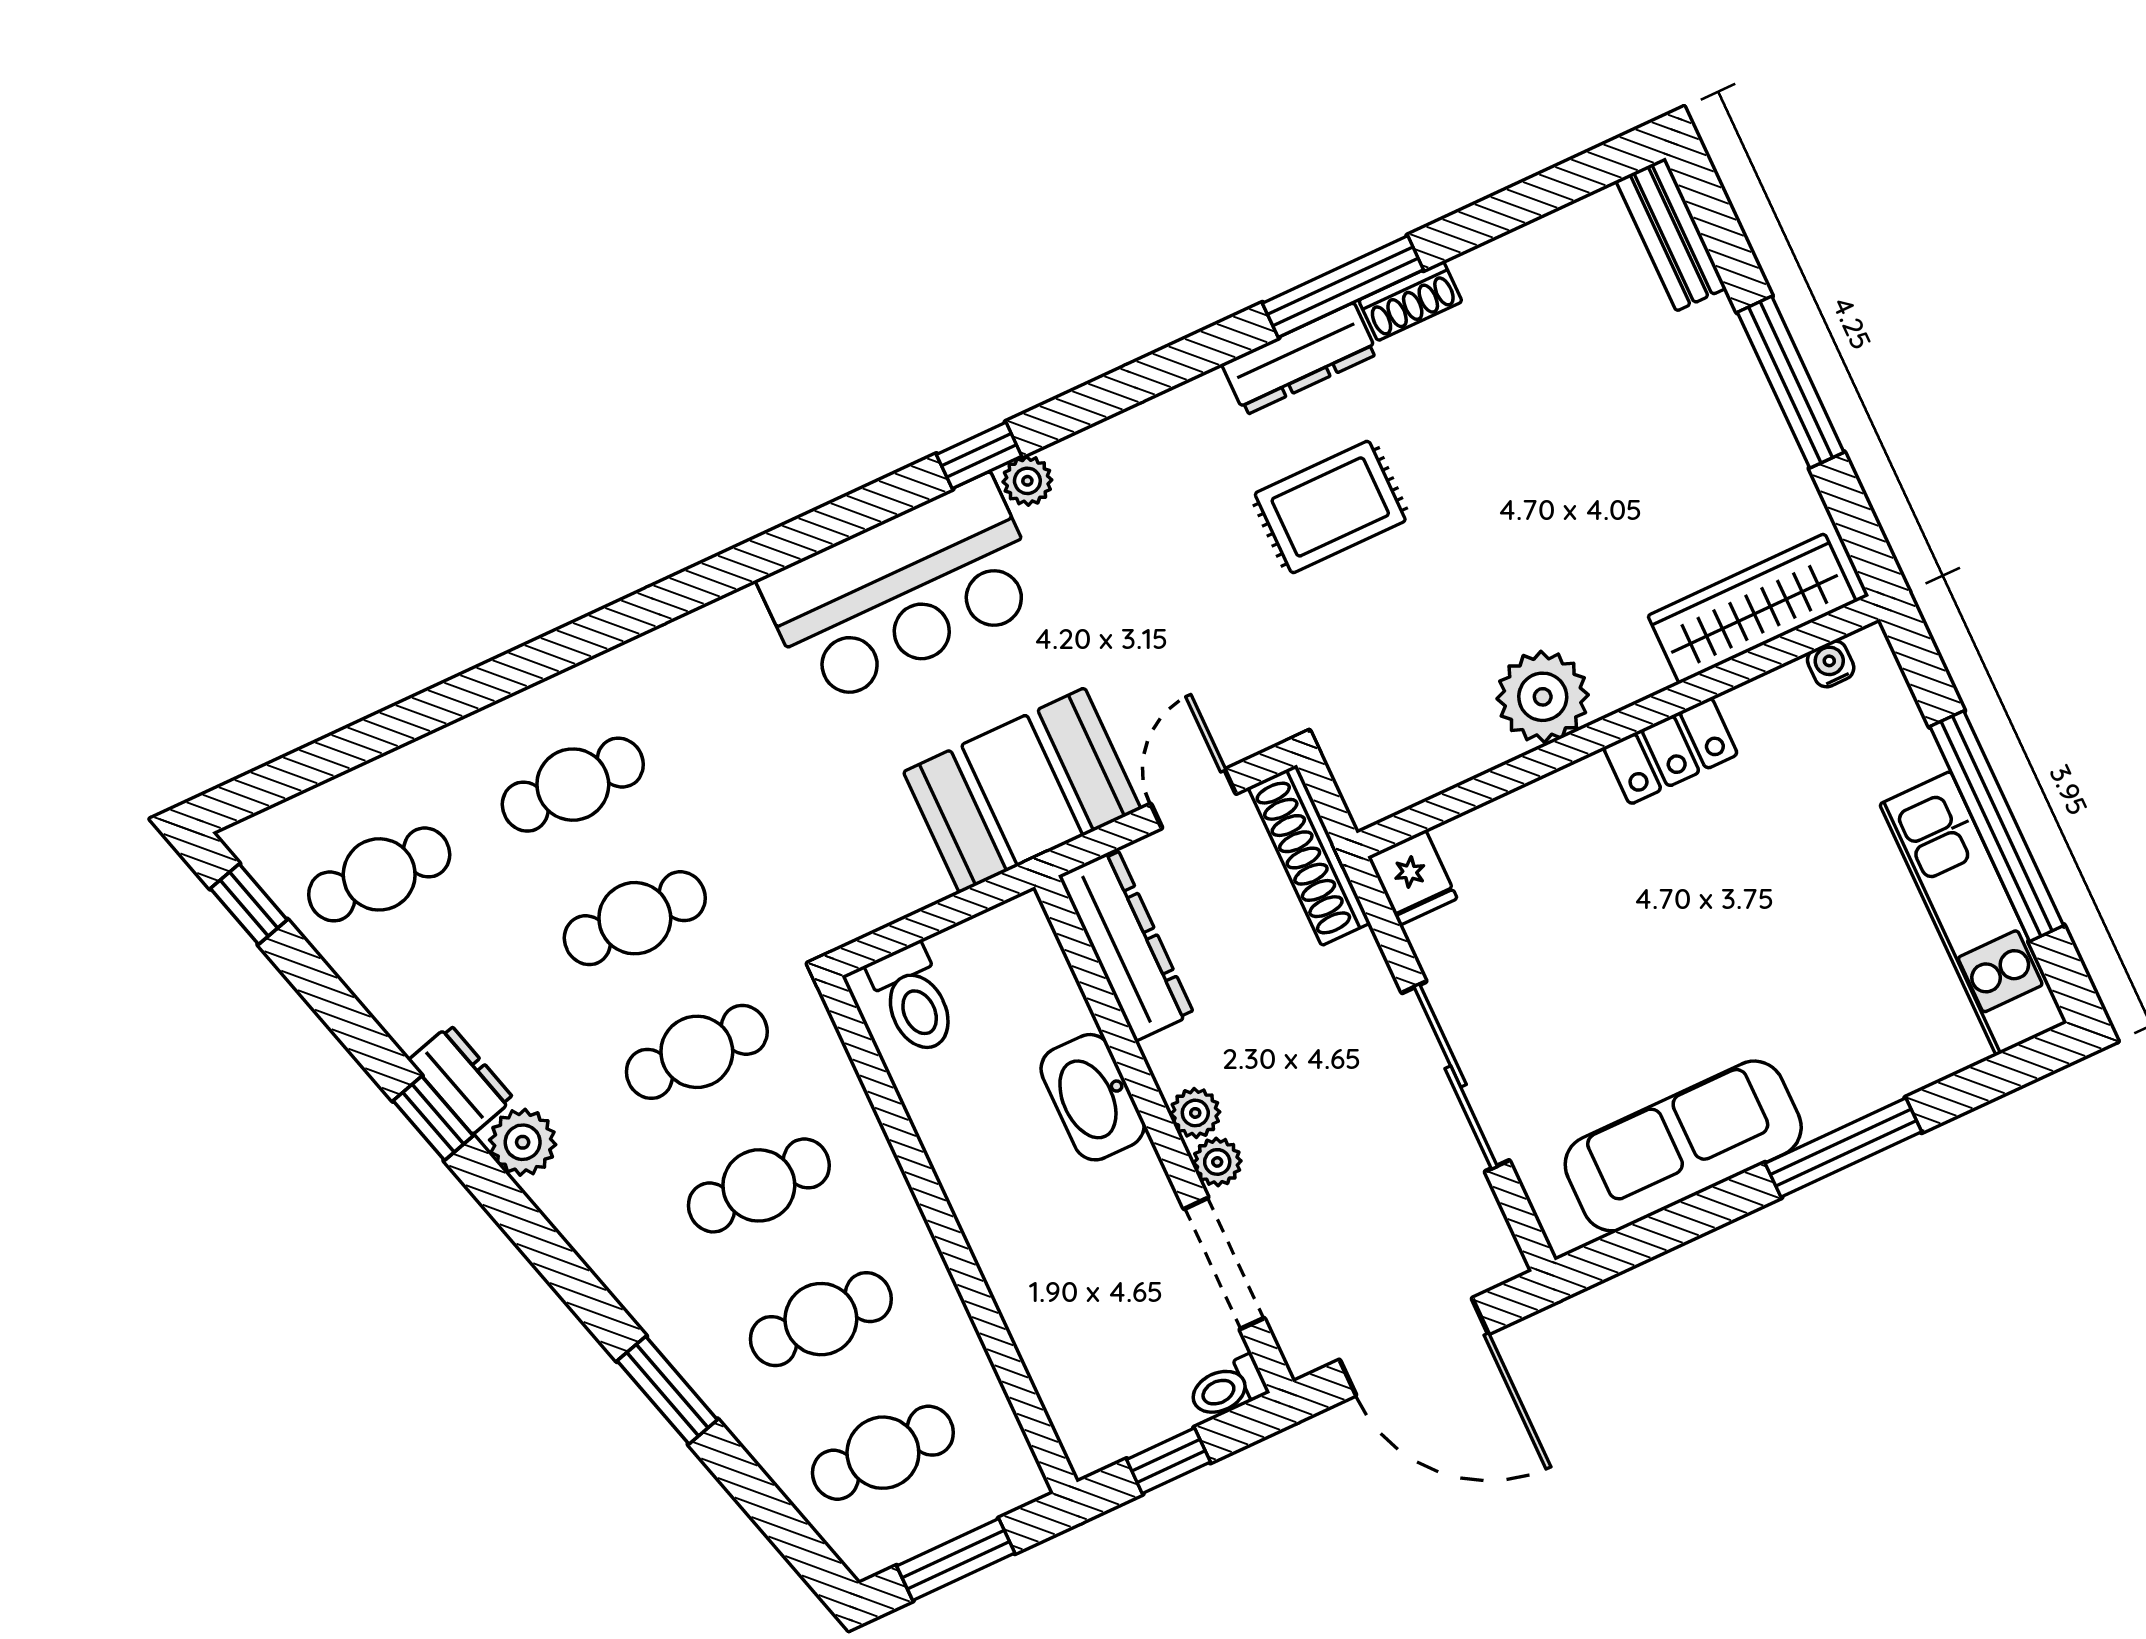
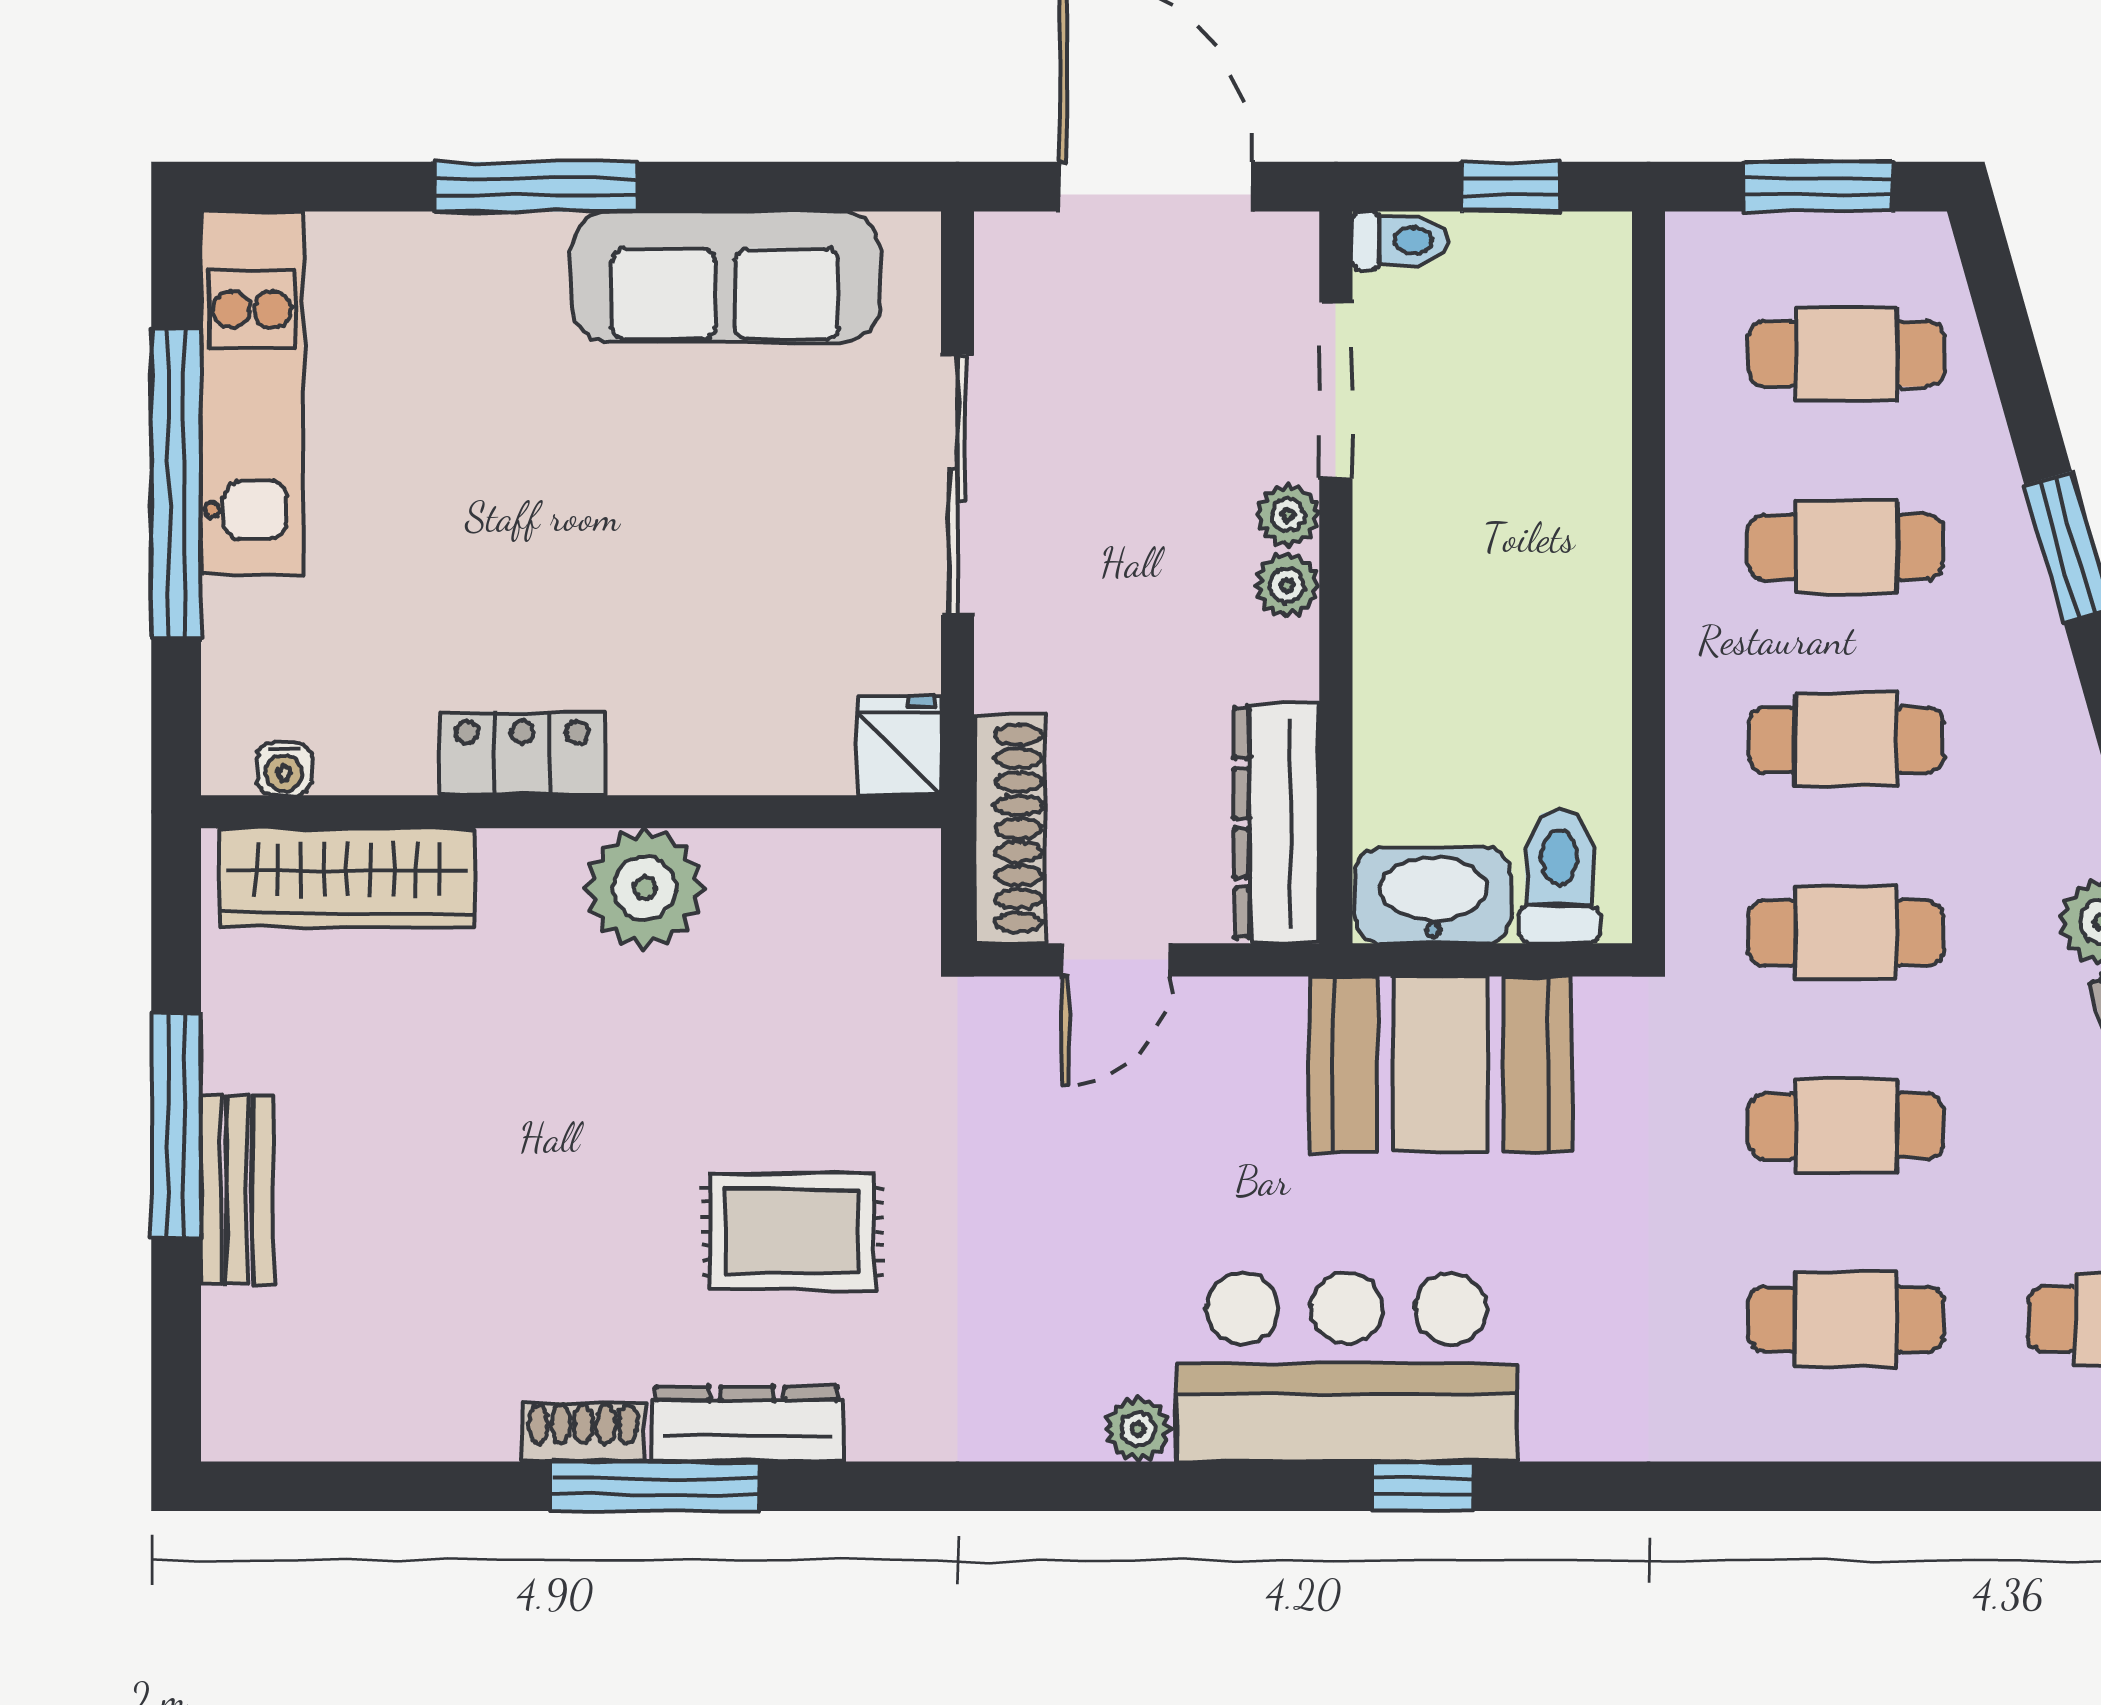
bench: (1671, 234) -> (237, 1189), moved
window: (979, 455) -> (1423, 1486), moved
booth: (1022, 790) -> (1440, 1064), moved
washbasin: (1093, 1097) -> (1433, 895), moved, turned -90

